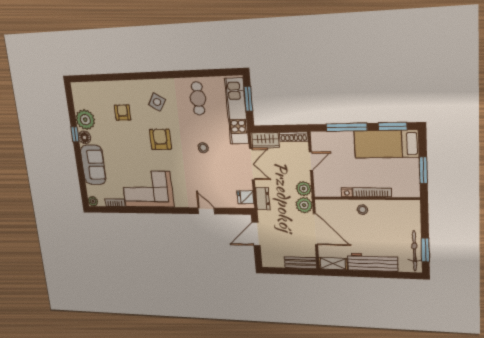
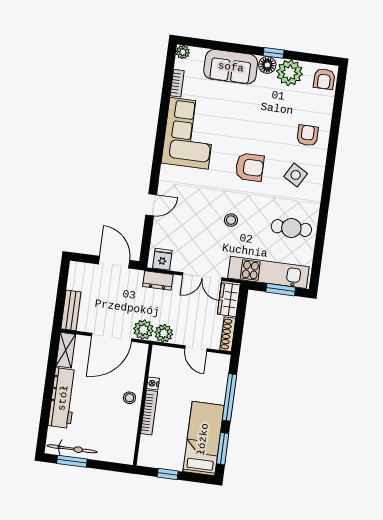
armchair: (82, 92) -> (324, 79), added
armchair: (123, 113) -> (307, 135), moved, turned -90
window: (423, 170) -> (168, 474), width x0.67

